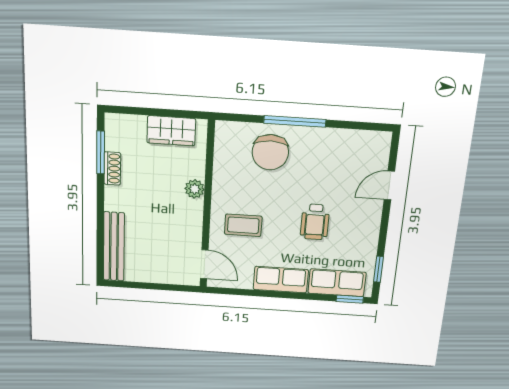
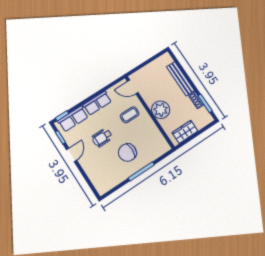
chair: (270, 152) -> (127, 153), moved, turned -90
door: (389, 185) -> (72, 155), moved
plant: (195, 189) -> (161, 110), width x1.87, depth x1.87
wheelchair: (315, 222) -> (102, 138), turned -90
bench: (114, 247) -> (180, 79), moved

